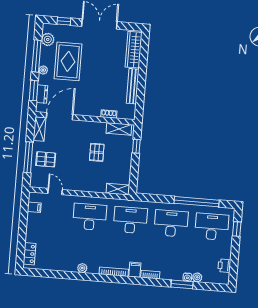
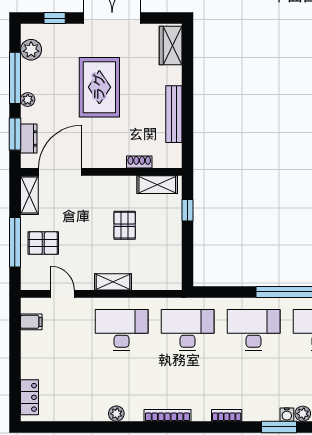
wardrobe: (134, 50) -> (171, 45), width x0.67
rug: (68, 61) -> (99, 87), moved
shelving: (118, 189) -> (113, 282), moved
filing cabinet: (135, 270) -> (201, 409), removed

